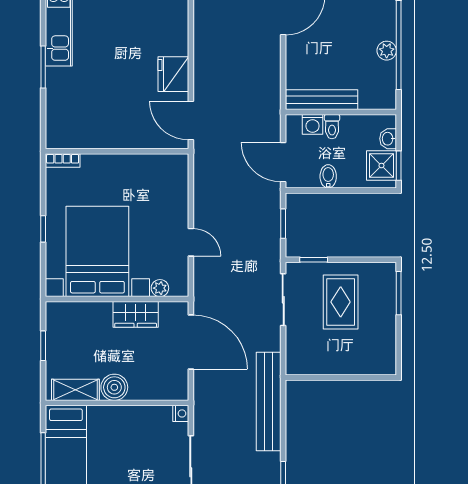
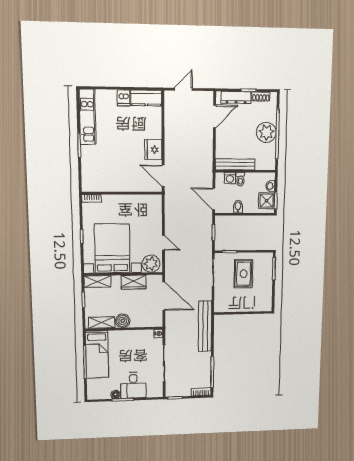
plant: (387, 51) -> (266, 132), width x1.88, depth x1.88
plant: (160, 288) -> (151, 264), width x1.88, depth x1.88
shelving: (70, 312) -> (97, 282), added

